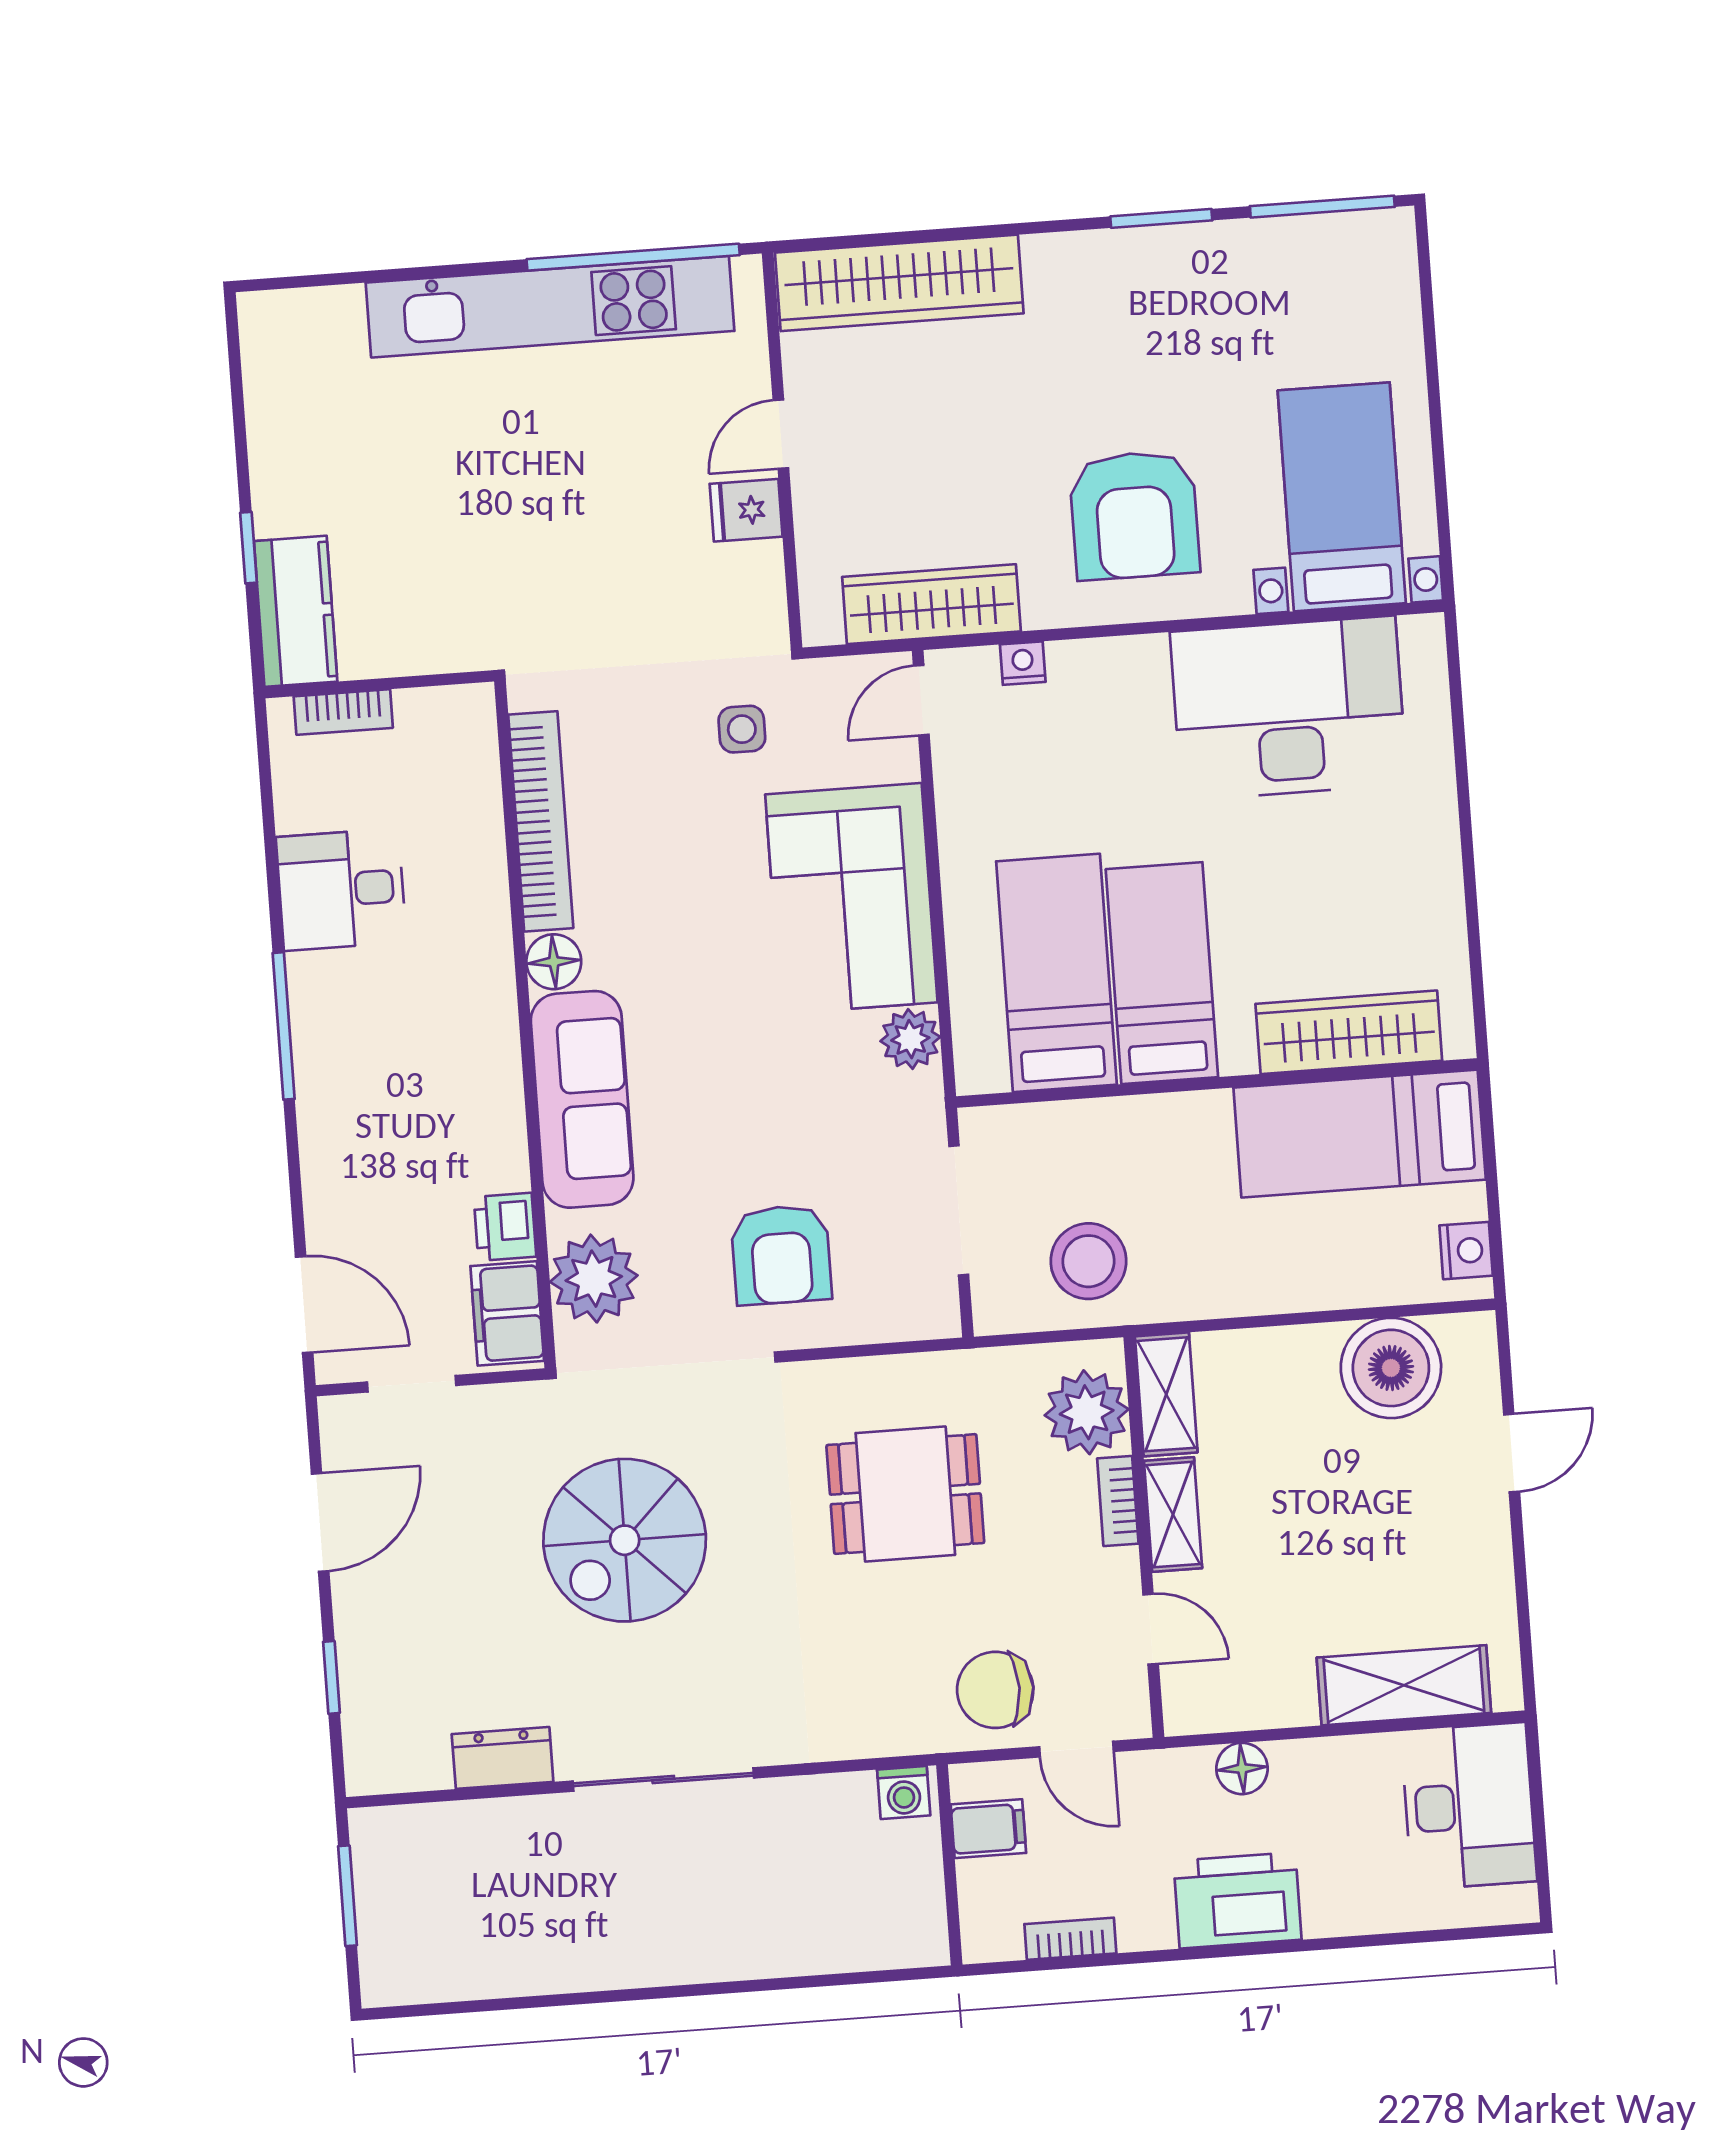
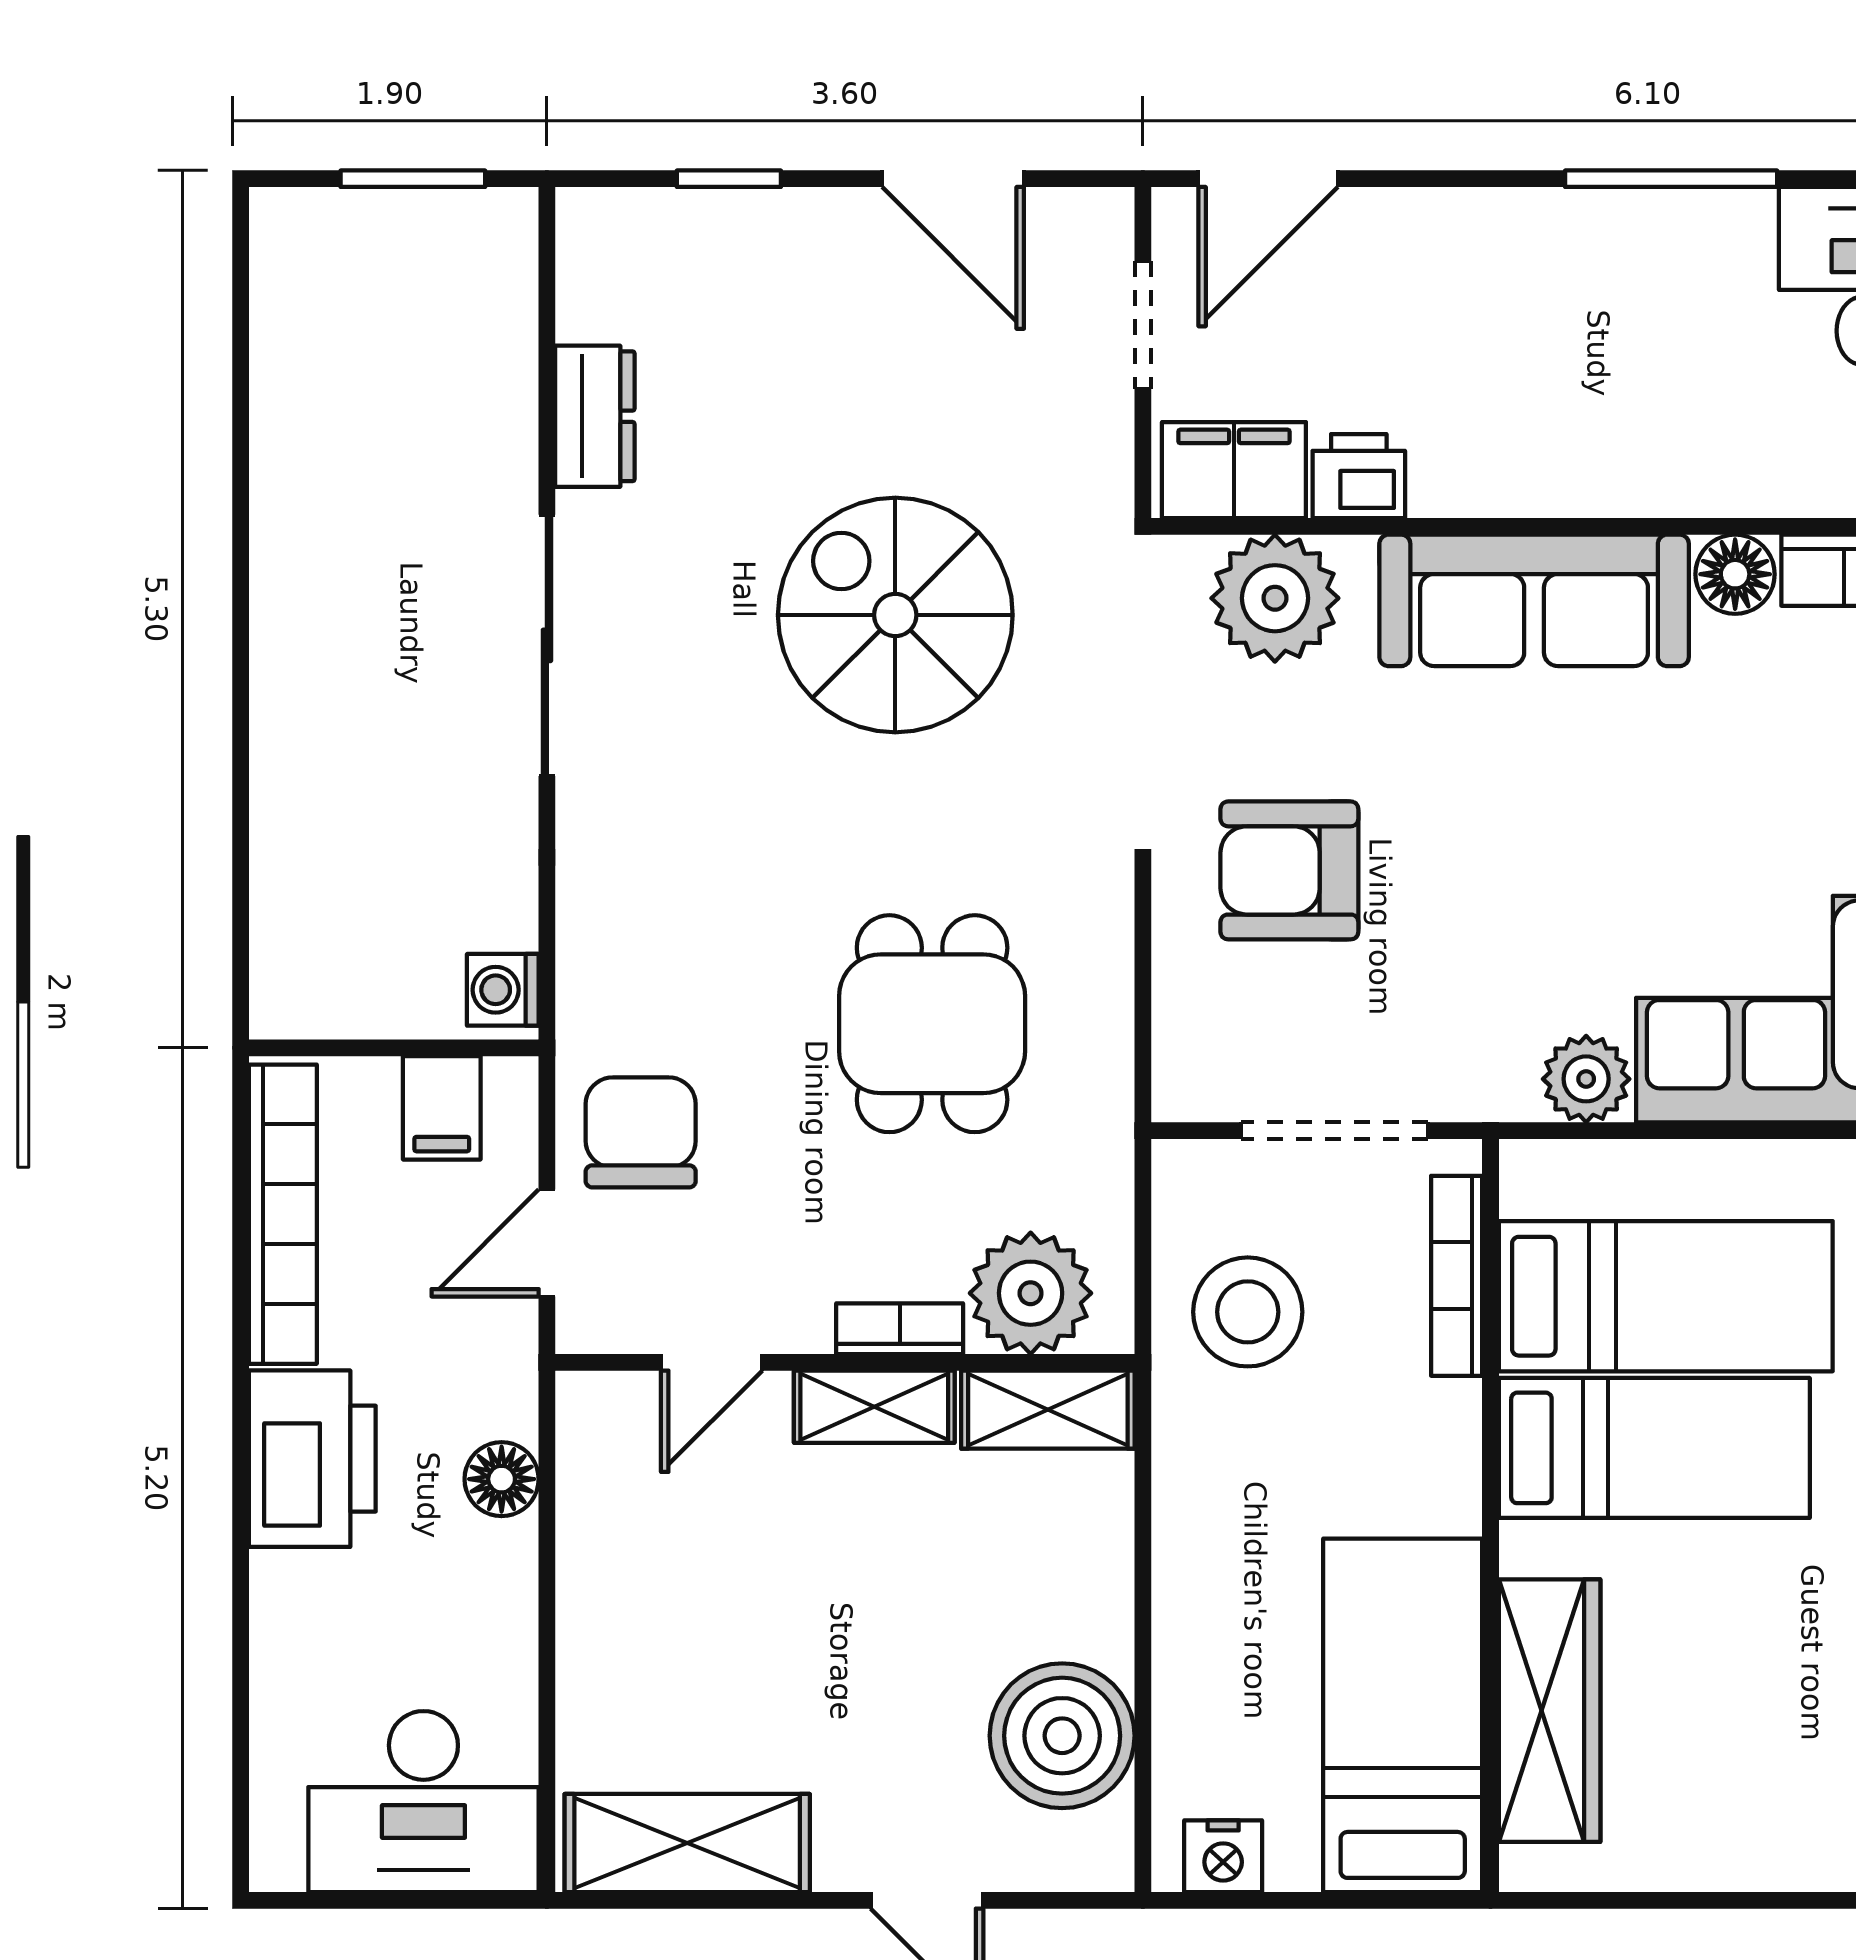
bookcase: (1053, 1119) -> (1457, 1276), added
shelving: (1404, 1685) -> (687, 1843), moved, turned 90
bookcase: (1070, 1939) -> (283, 1214), width x2.31, depth x1.31

